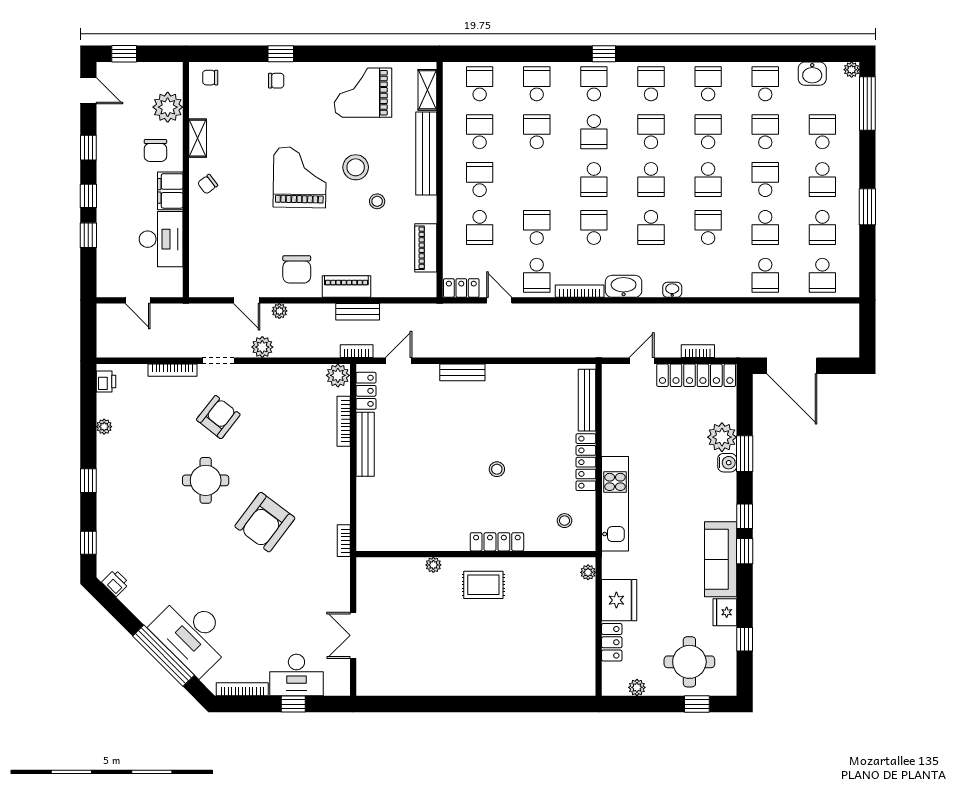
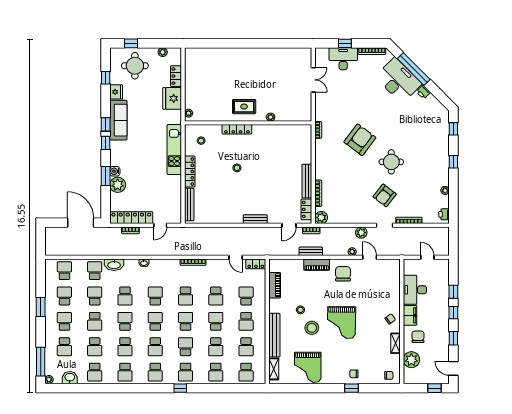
grand piano: (363, 93) -> (308, 367), turned 90
school desk: (537, 275) -> (216, 321), moved
washbasin: (624, 286) -> (114, 265), moved
printer: (115, 583) -> (423, 92), moved

